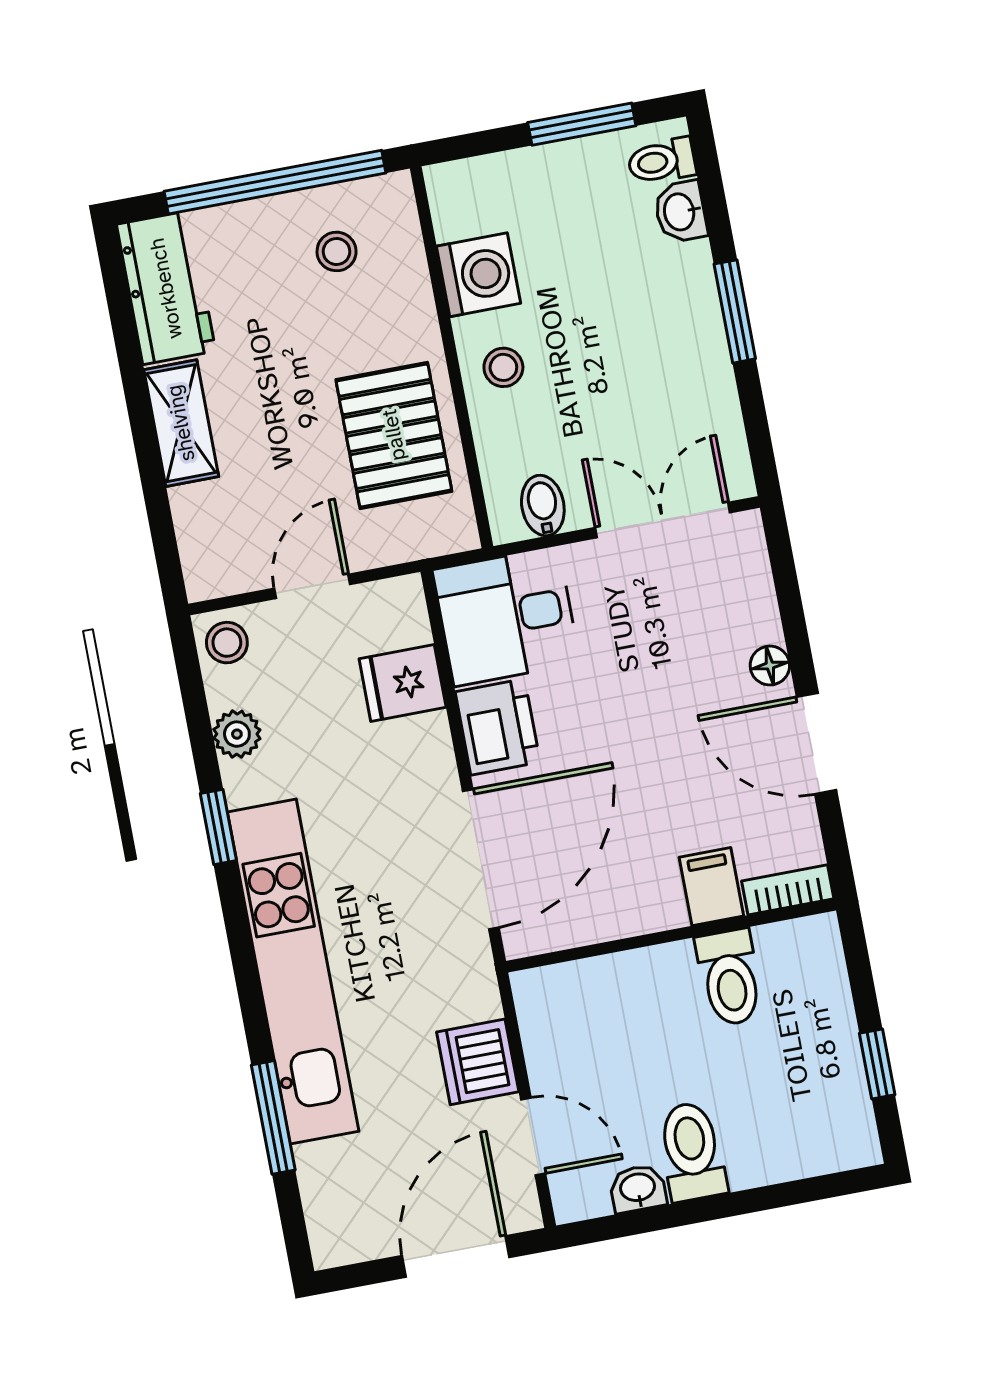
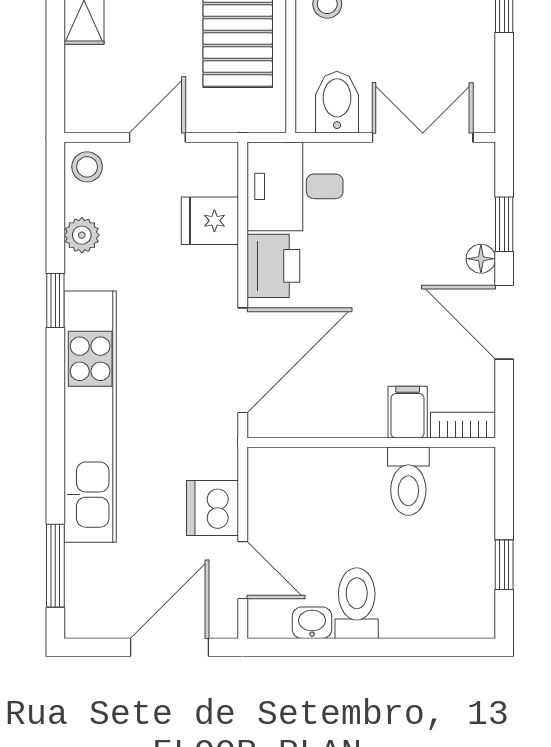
bidet: (543, 506) -> (337, 102), width x1.38, depth x1.36
window: (792, 614) -> (504, 224), added
window: (273, 1117) -> (55, 566), moved

